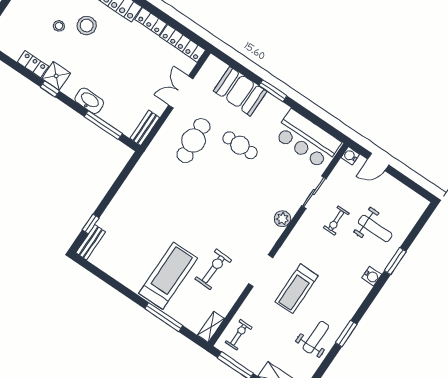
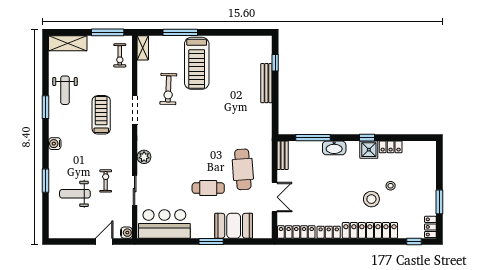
bench: (91, 242) -> (266, 83), moved, width x1.36
water cooler: (372, 276) -> (55, 144), moved

